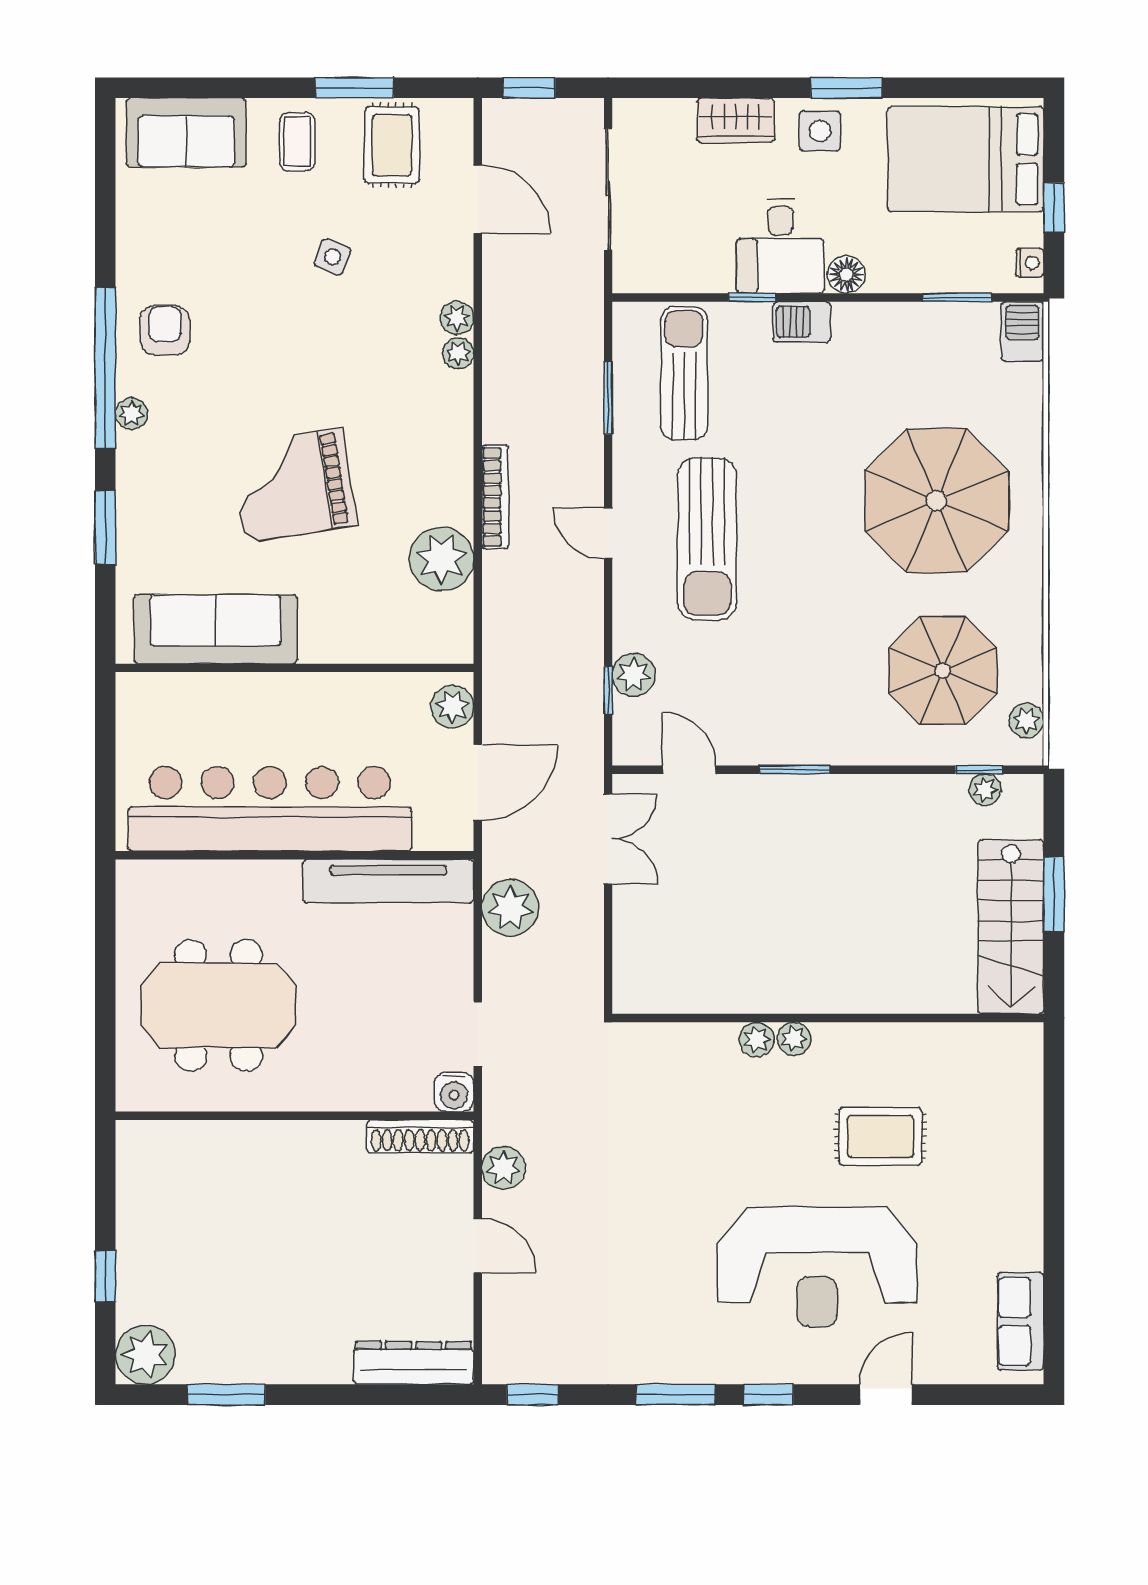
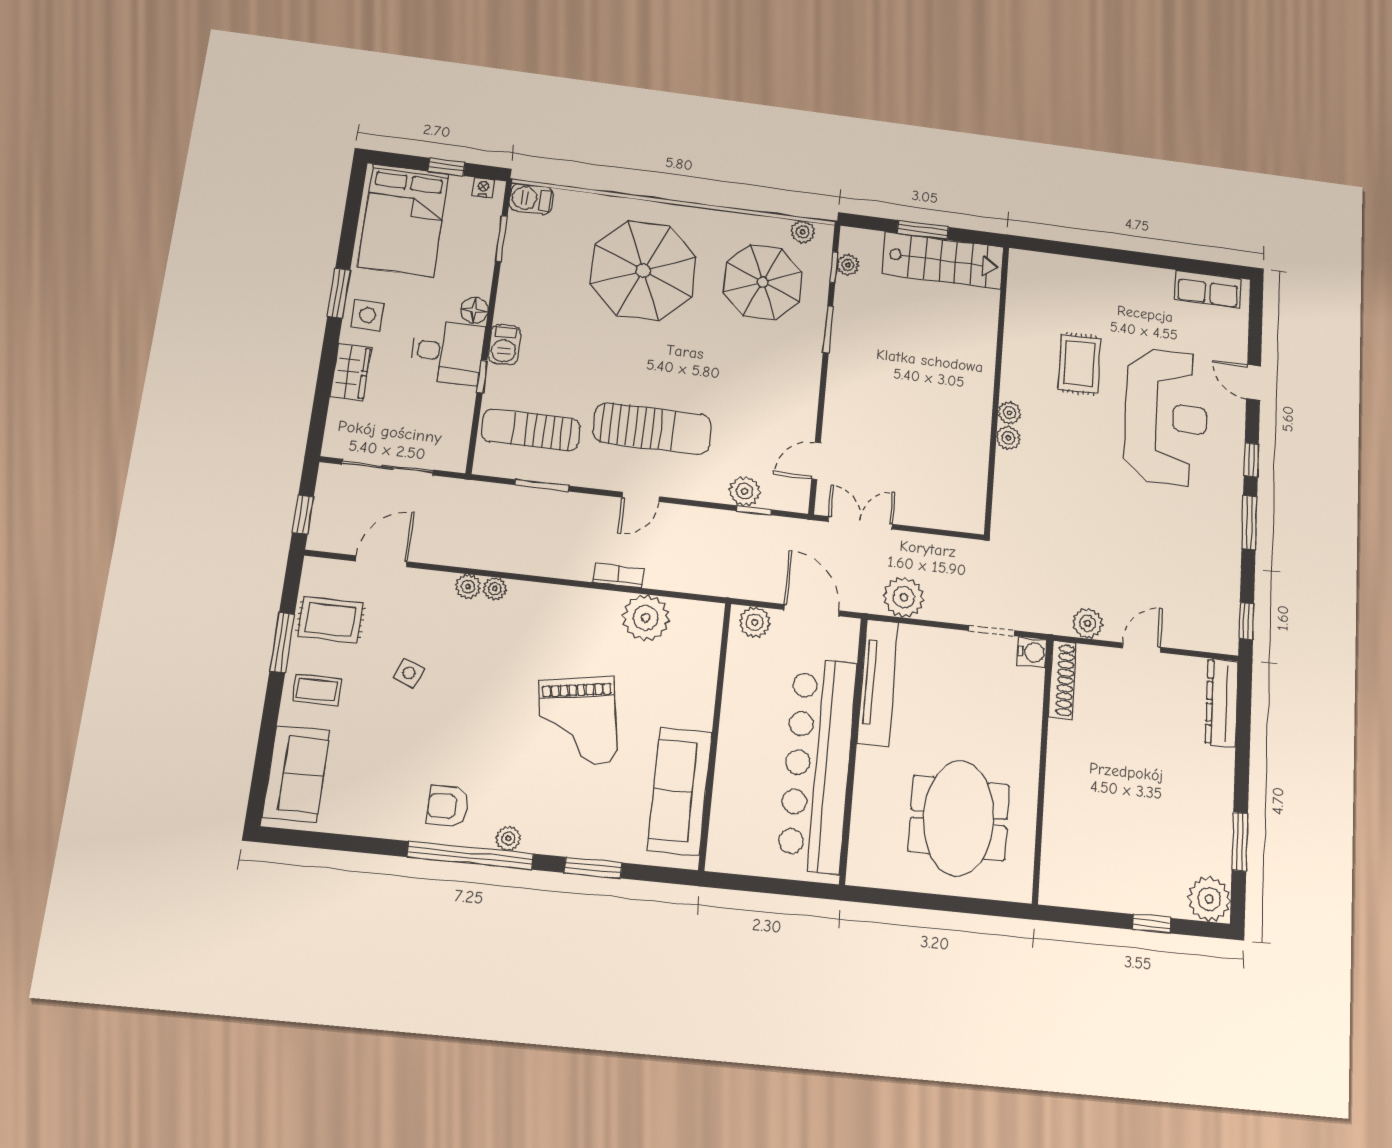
bookcase: (495, 497) -> (618, 576), width x0.64
window: (795, 770) -> (828, 329), moved

